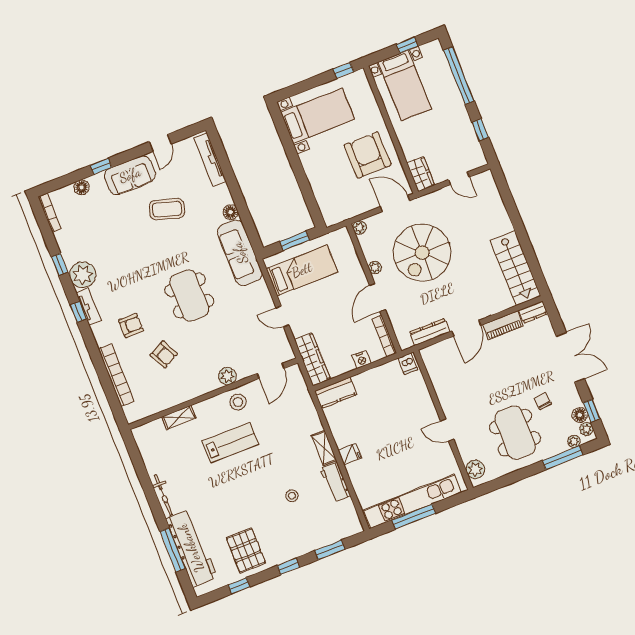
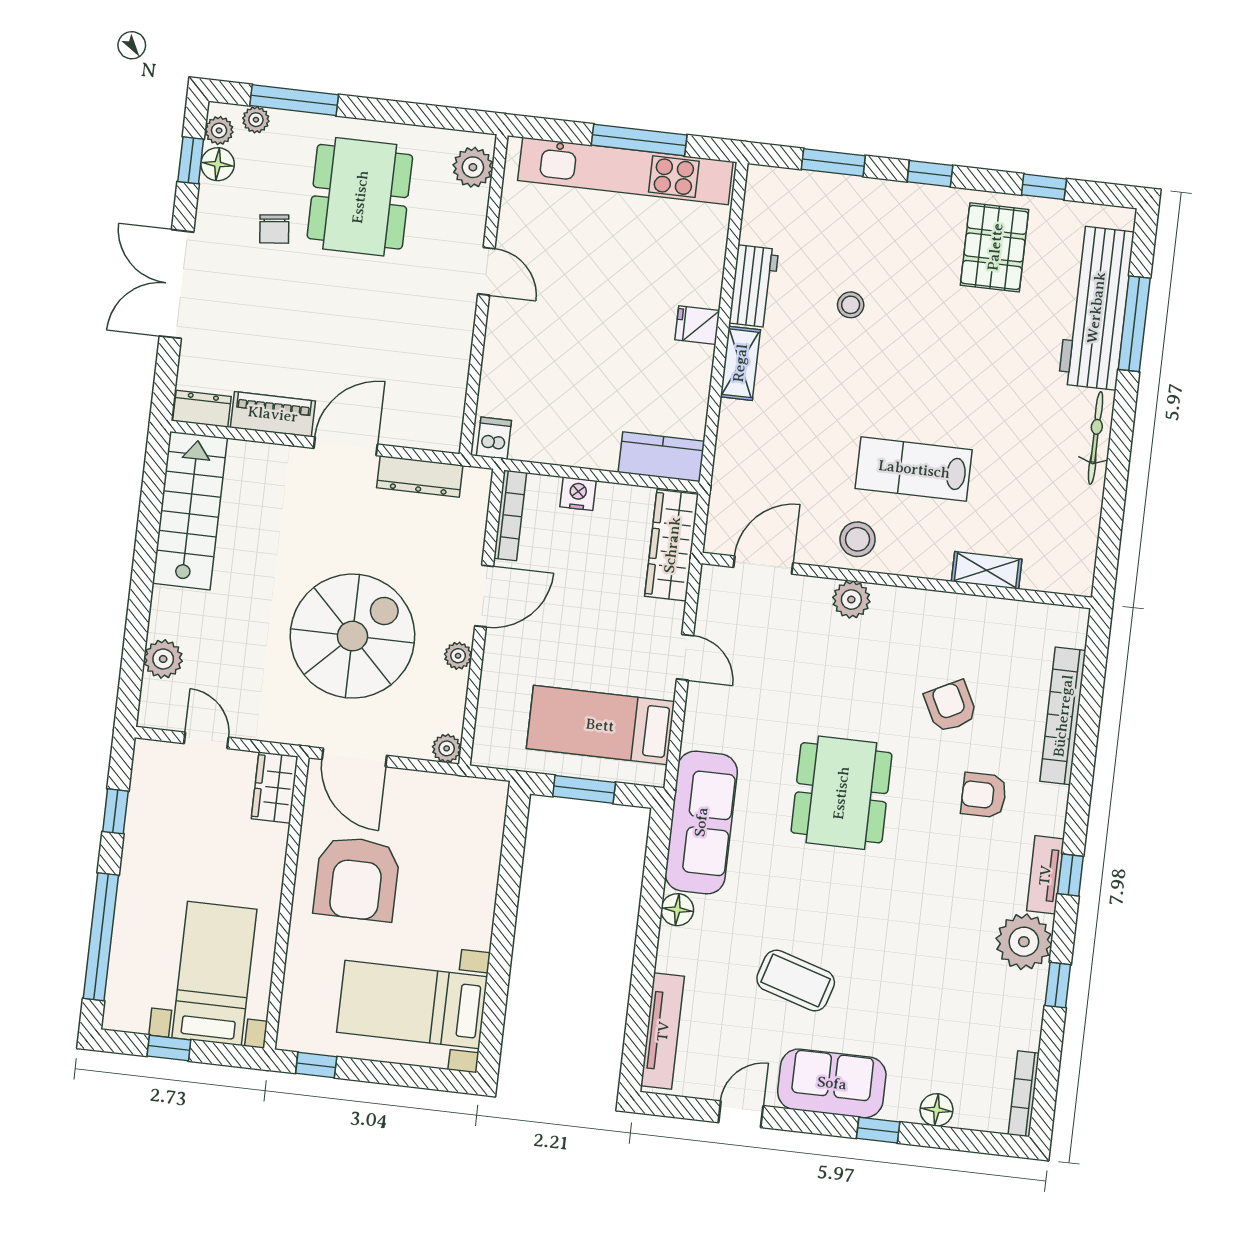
plant: (494, 202) -> (163, 659), added

